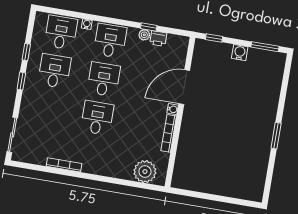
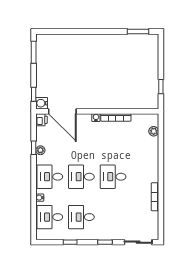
printer: (158, 39) -> (42, 120), moved
water cooler: (240, 53) -> (42, 103), moved
window: (21, 81) -> (105, 242), moved
door: (184, 87) -> (62, 111), moved
window: (276, 136) -> (138, 31), moved
plant: (145, 172) -> (154, 131), width x0.53, depth x0.53
window: (197, 195) -> (161, 87), added

